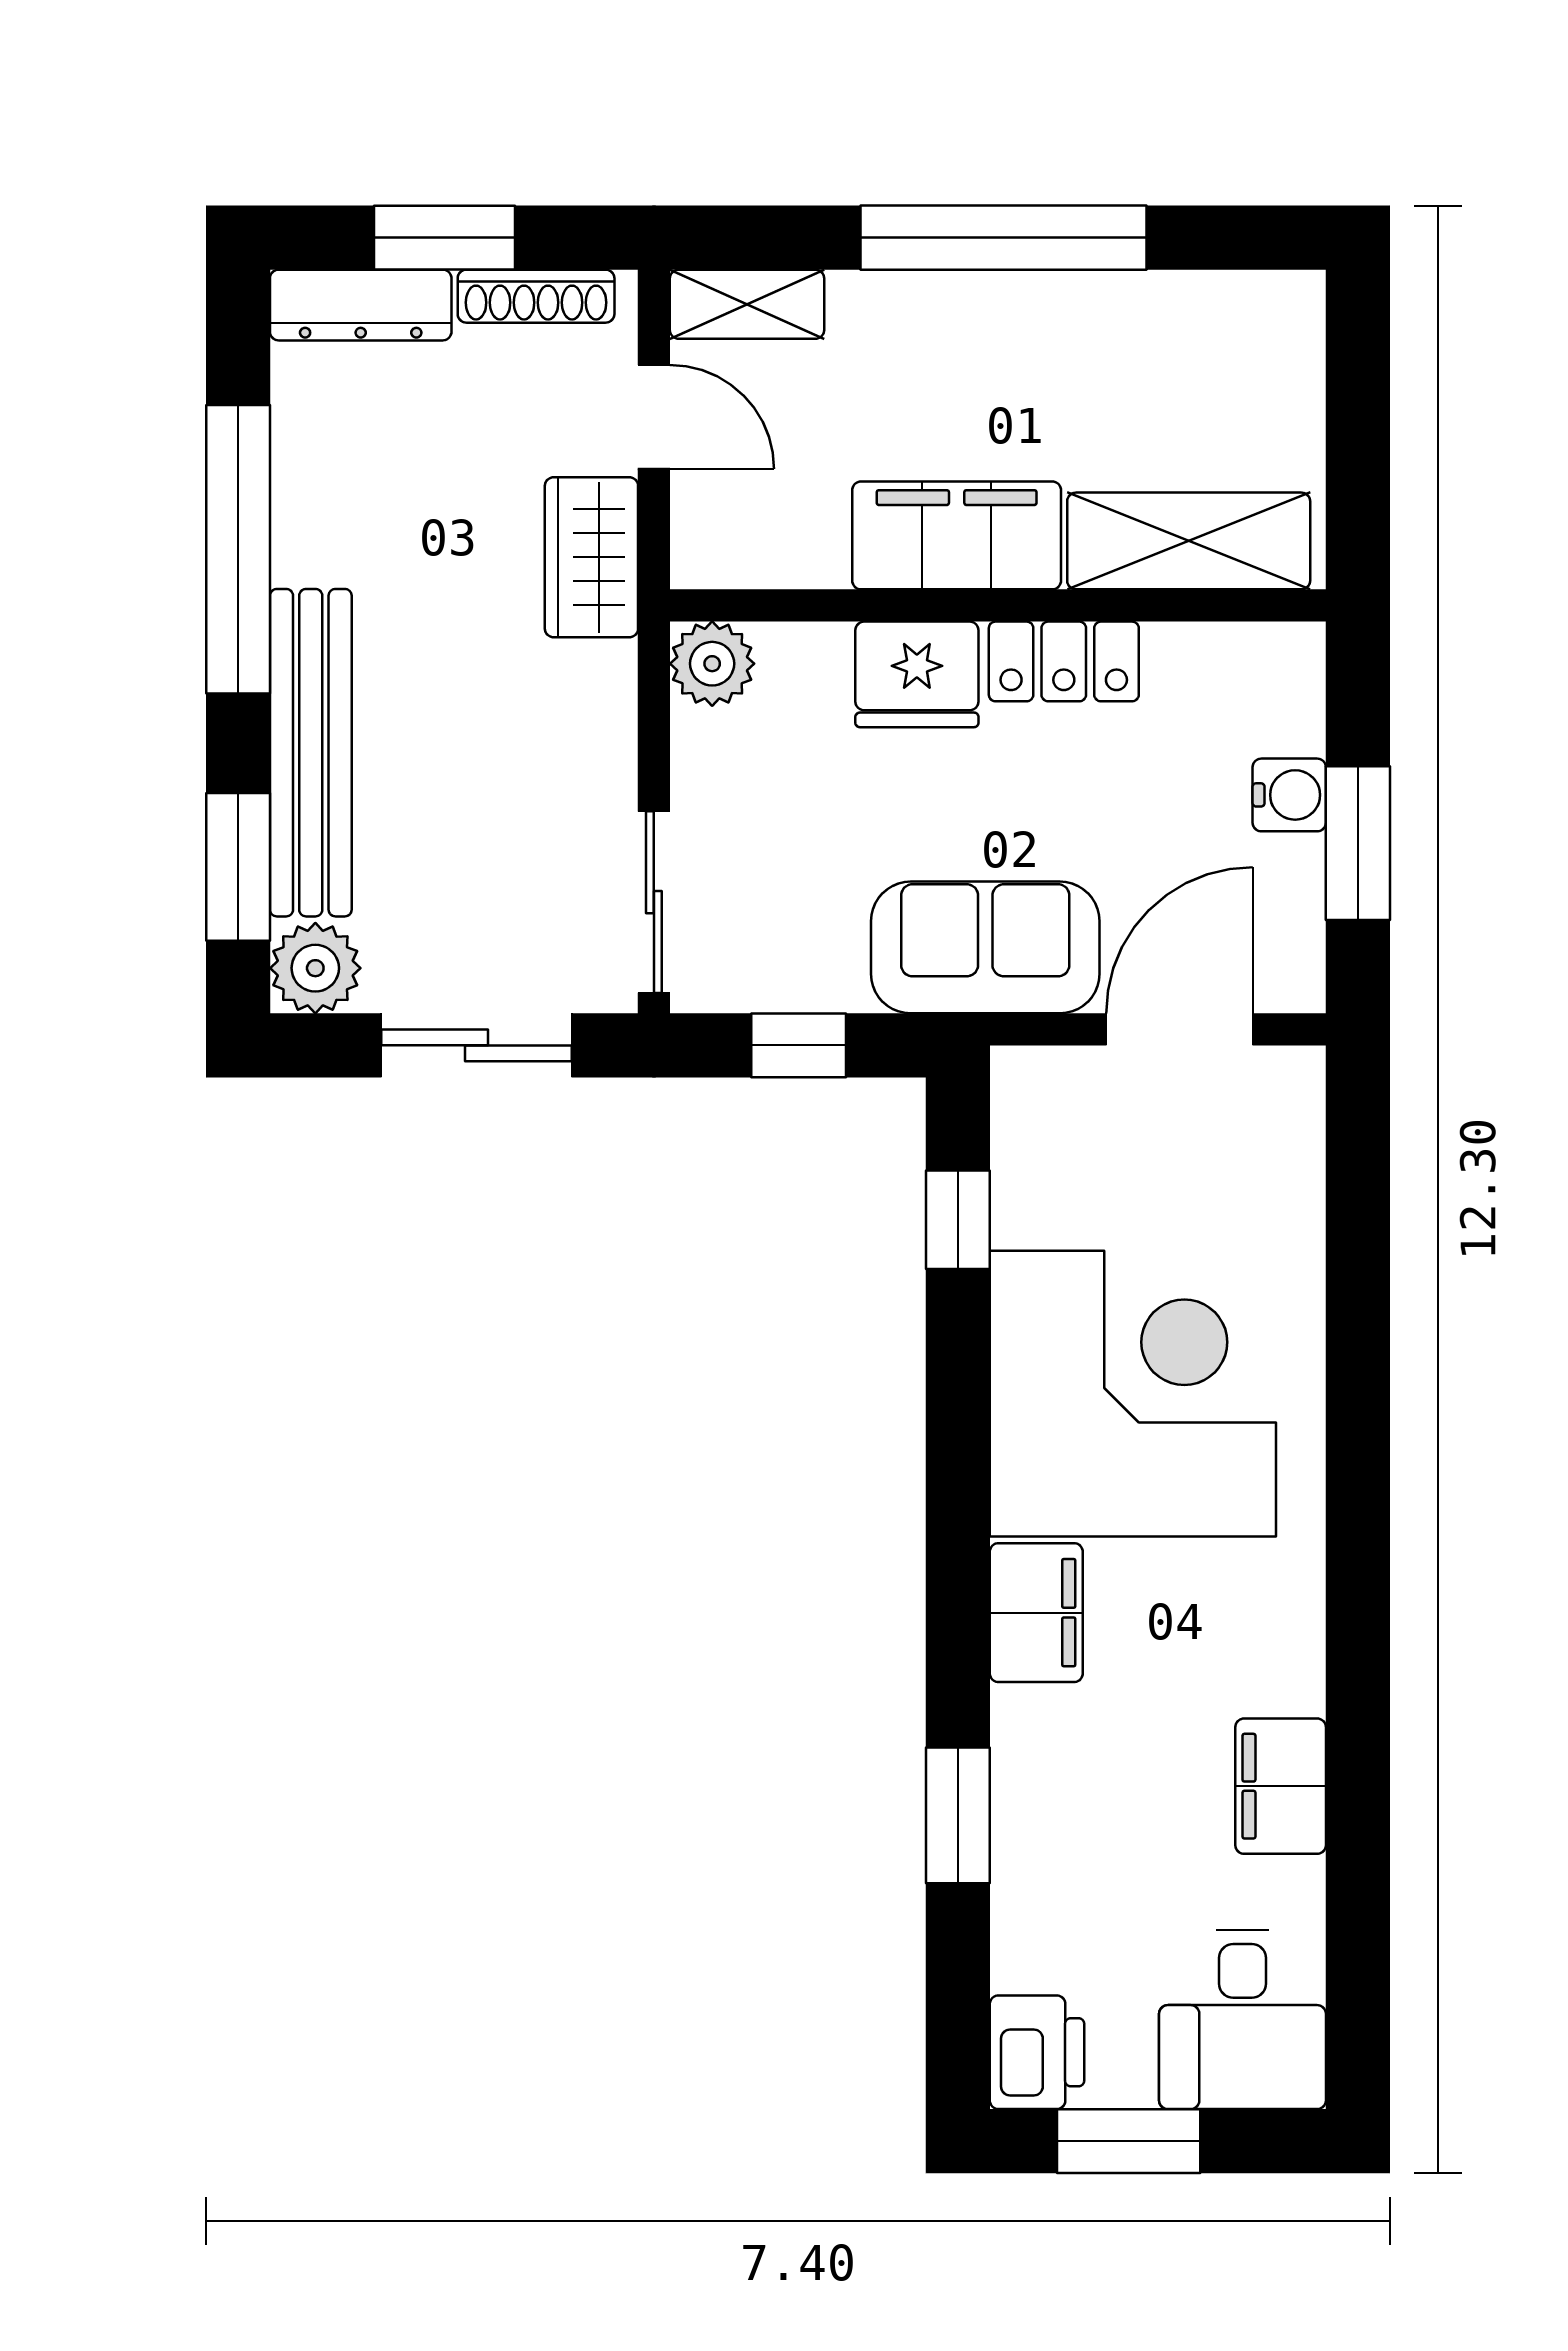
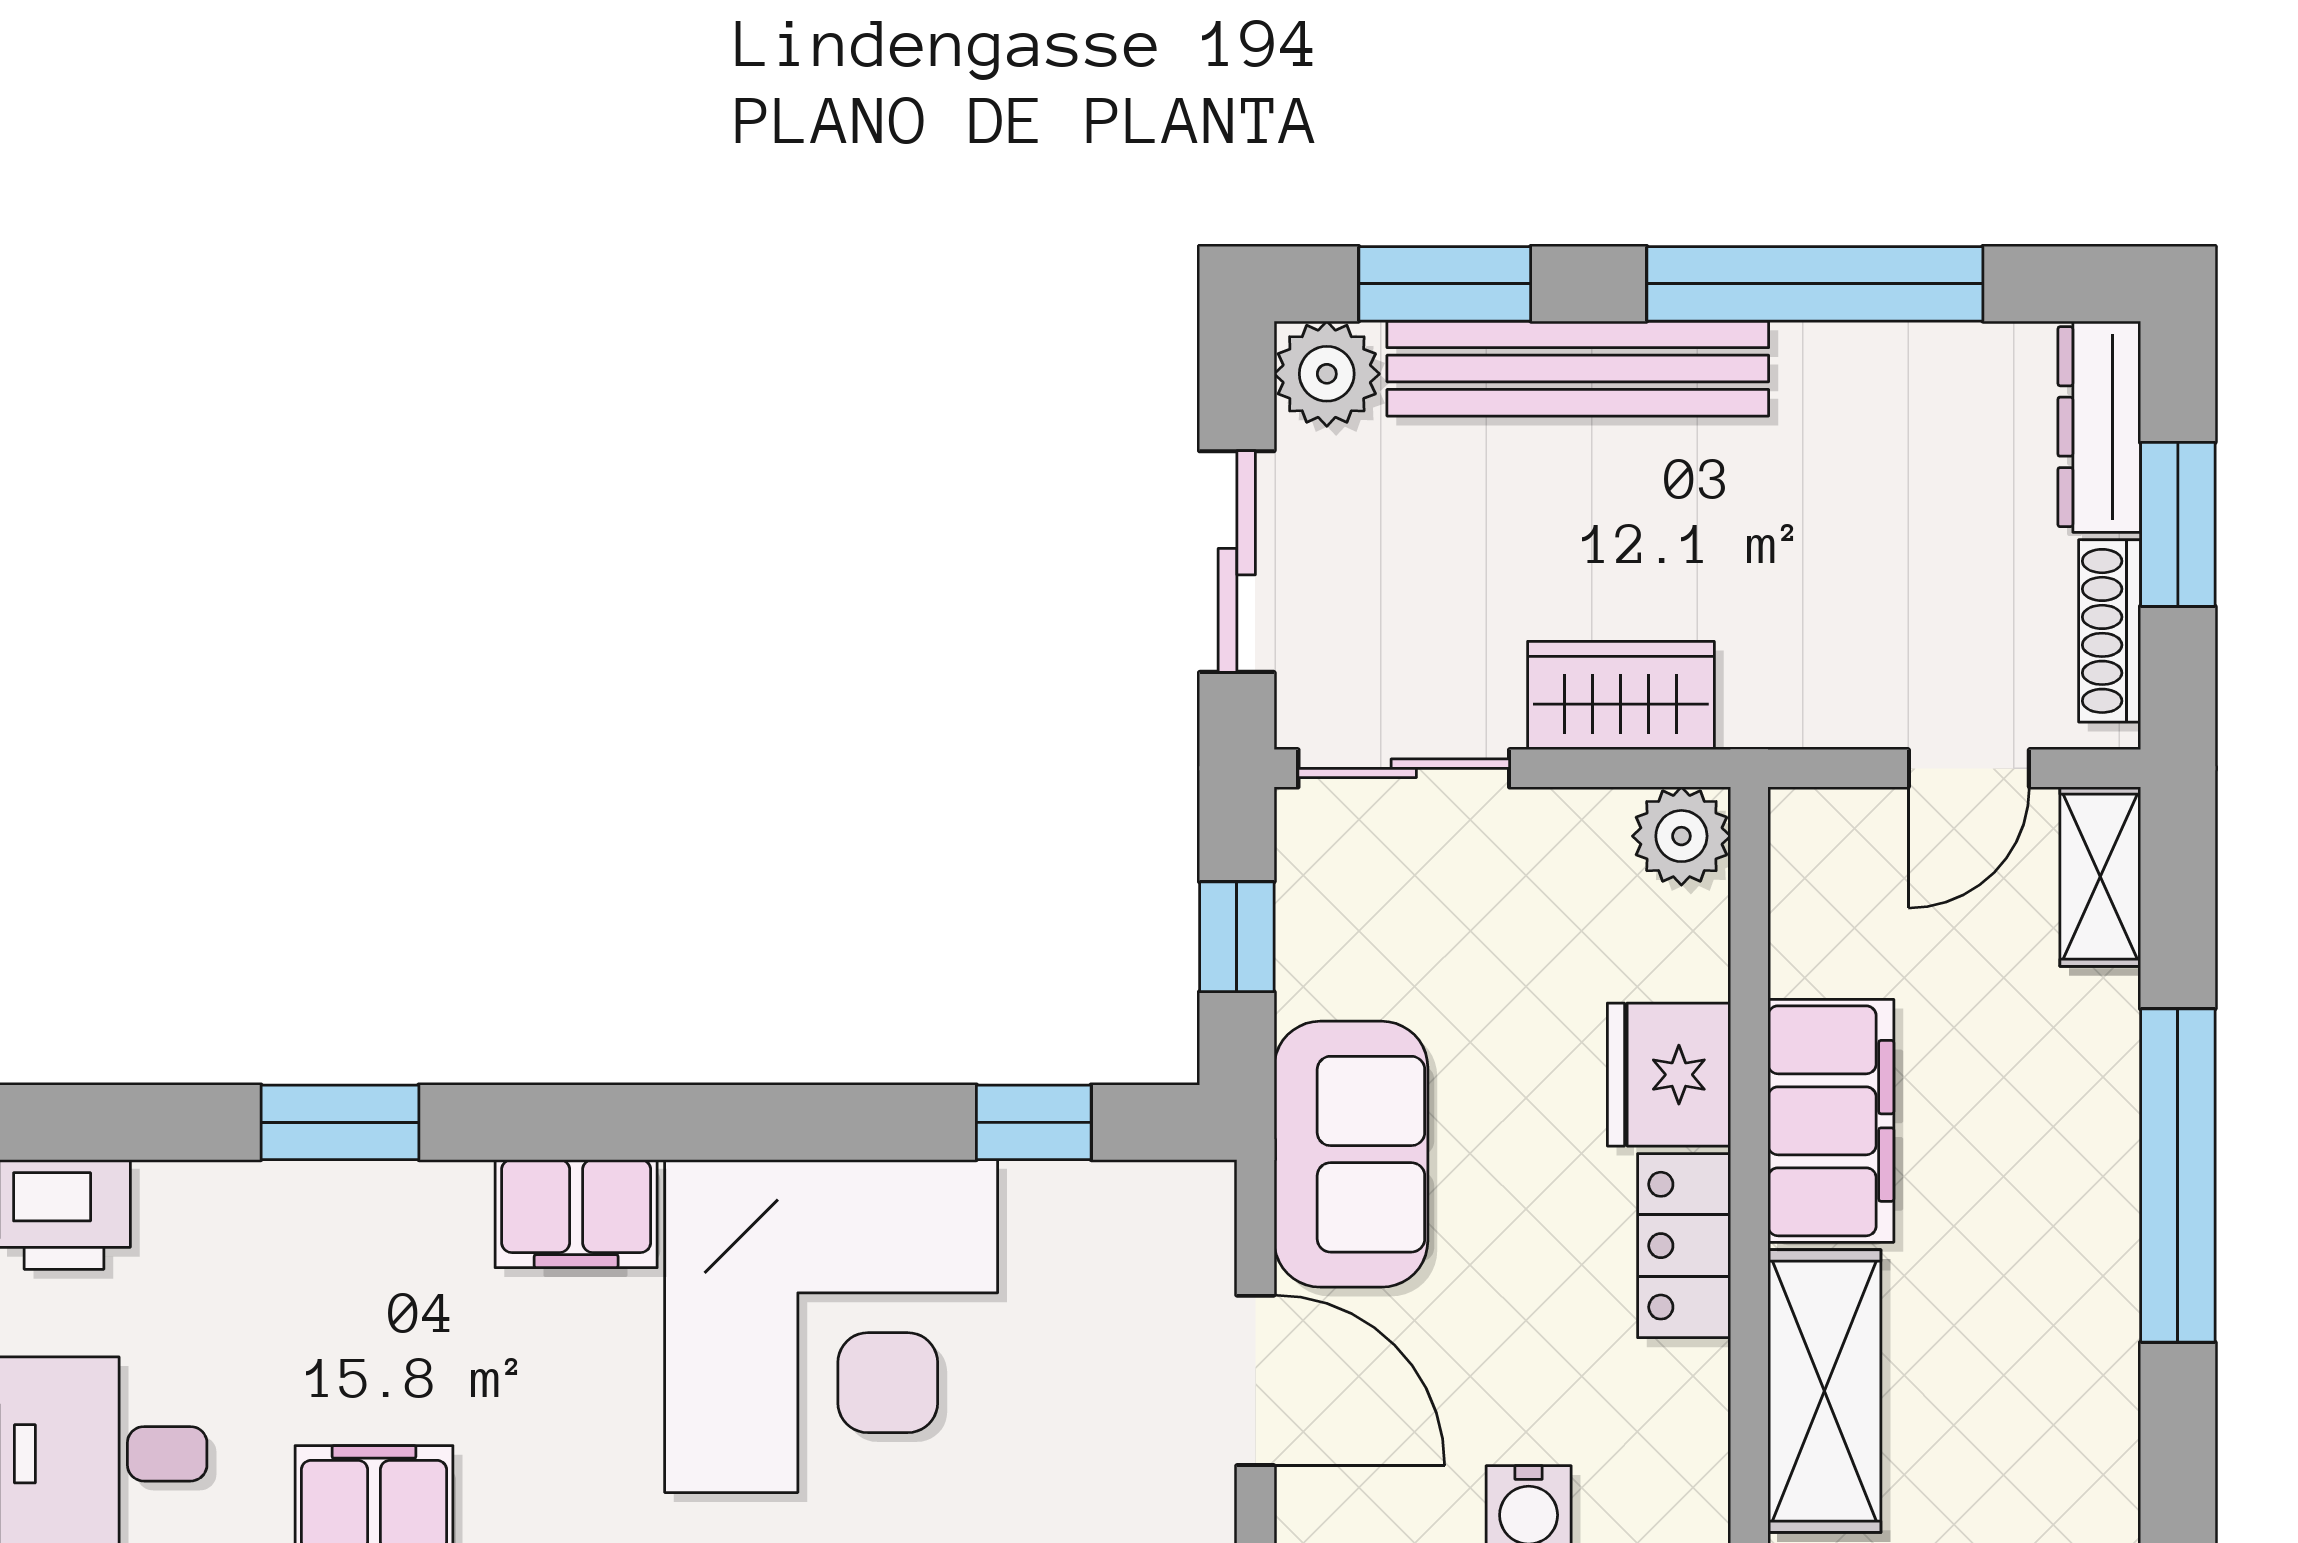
wardrobe: (591, 557) -> (1621, 695), moved

